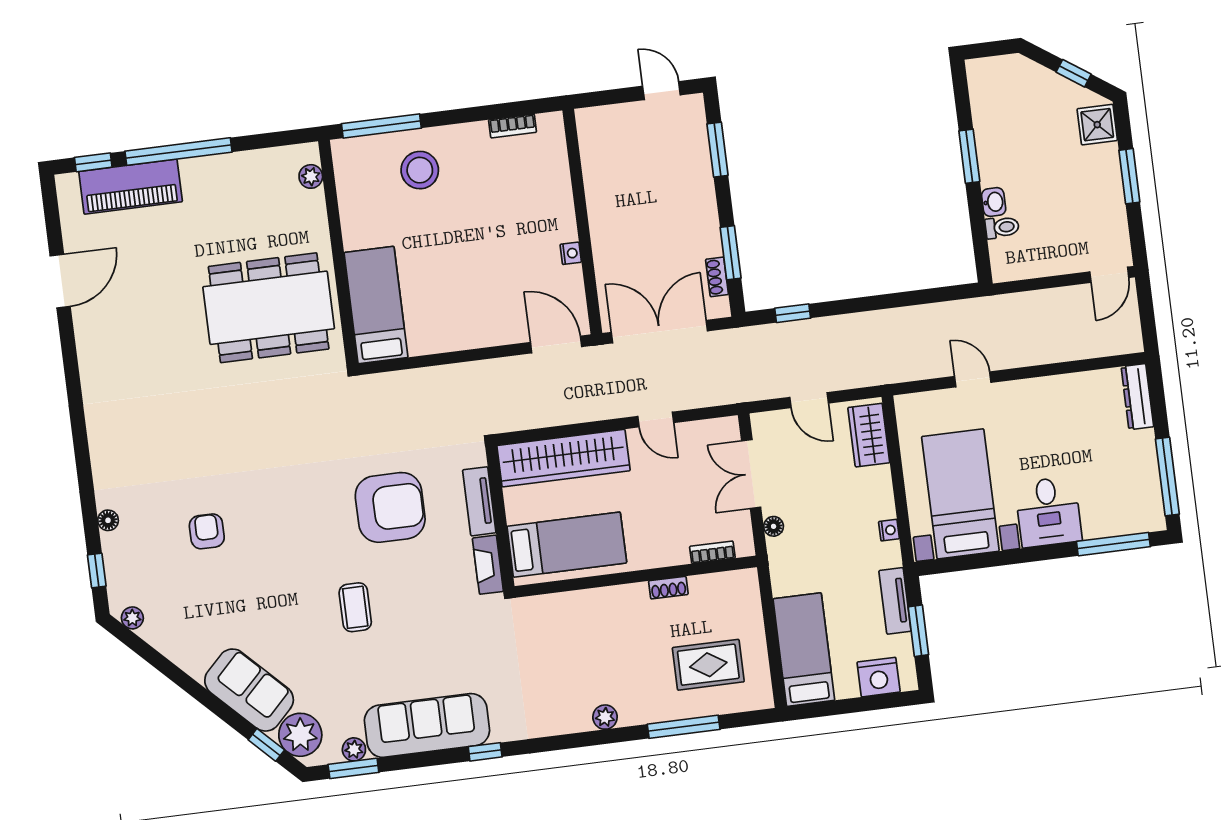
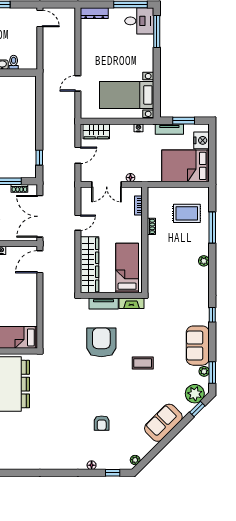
desk: (1048, 512) -> (139, 21), moved
armchair: (207, 531) -> (102, 423), turned -90
bed: (804, 650) -> (185, 166), width x1.50
rug: (708, 665) -> (187, 213), turned 90
sofa: (249, 690) -> (163, 423), moved
sofa: (427, 725) -> (198, 346), width x0.73

